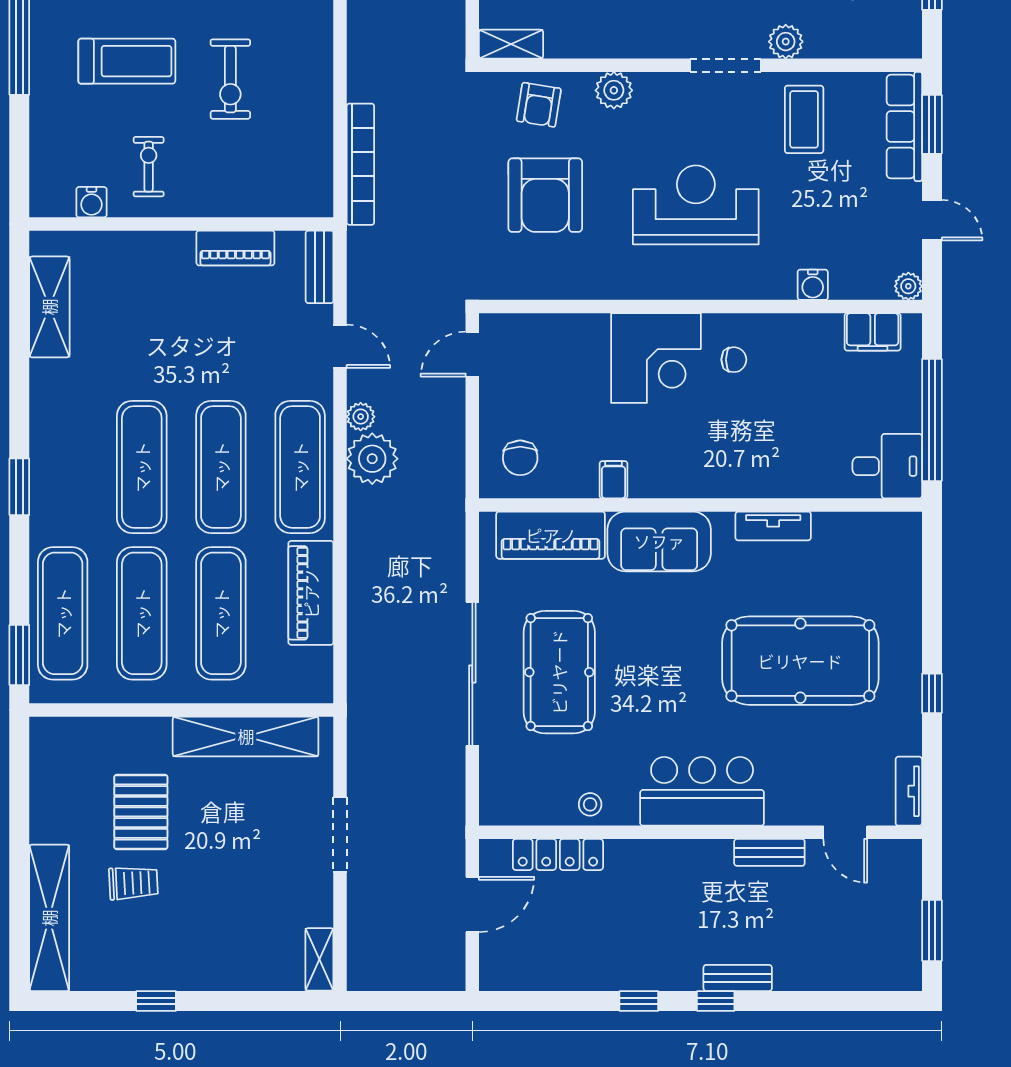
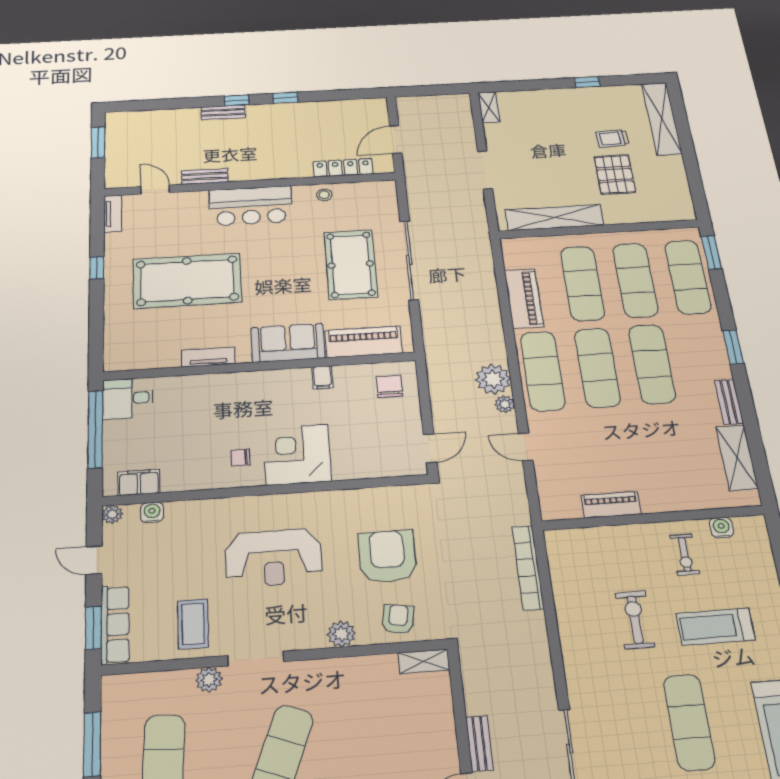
bench: (320, 267) -> (729, 402), moved
water cooler: (813, 285) -> (152, 512), moved

